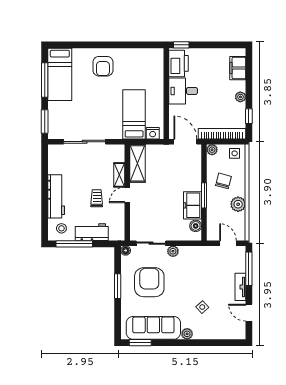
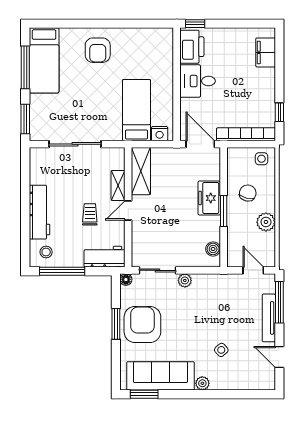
plant: (240, 97) -> (269, 88), removed
plant: (212, 150) -> (233, 154), removed
freezer: (193, 205) -> (209, 198), moved
workbench: (92, 232) -> (104, 257), moved
armchair: (149, 282) -> (142, 324), moved
tv unit: (240, 287) -> (269, 318), width x1.41

